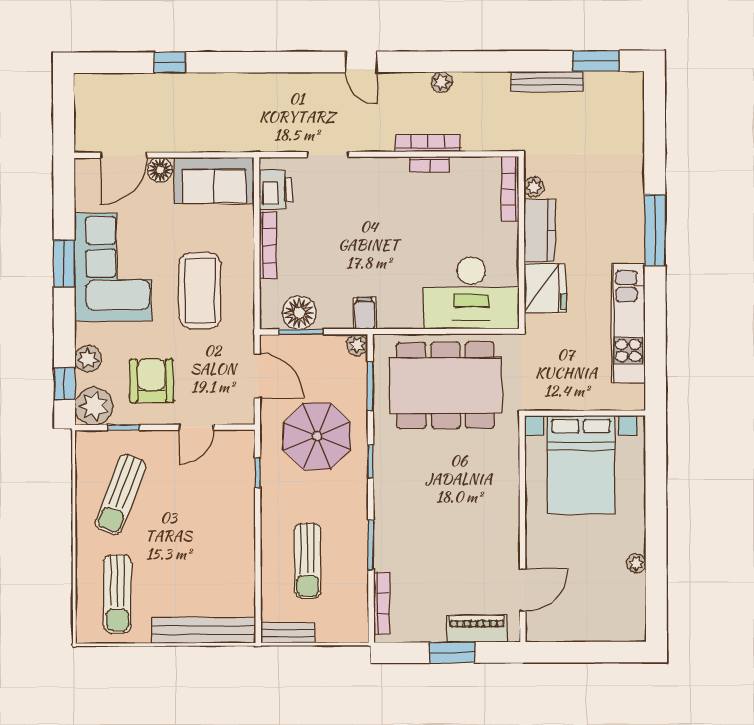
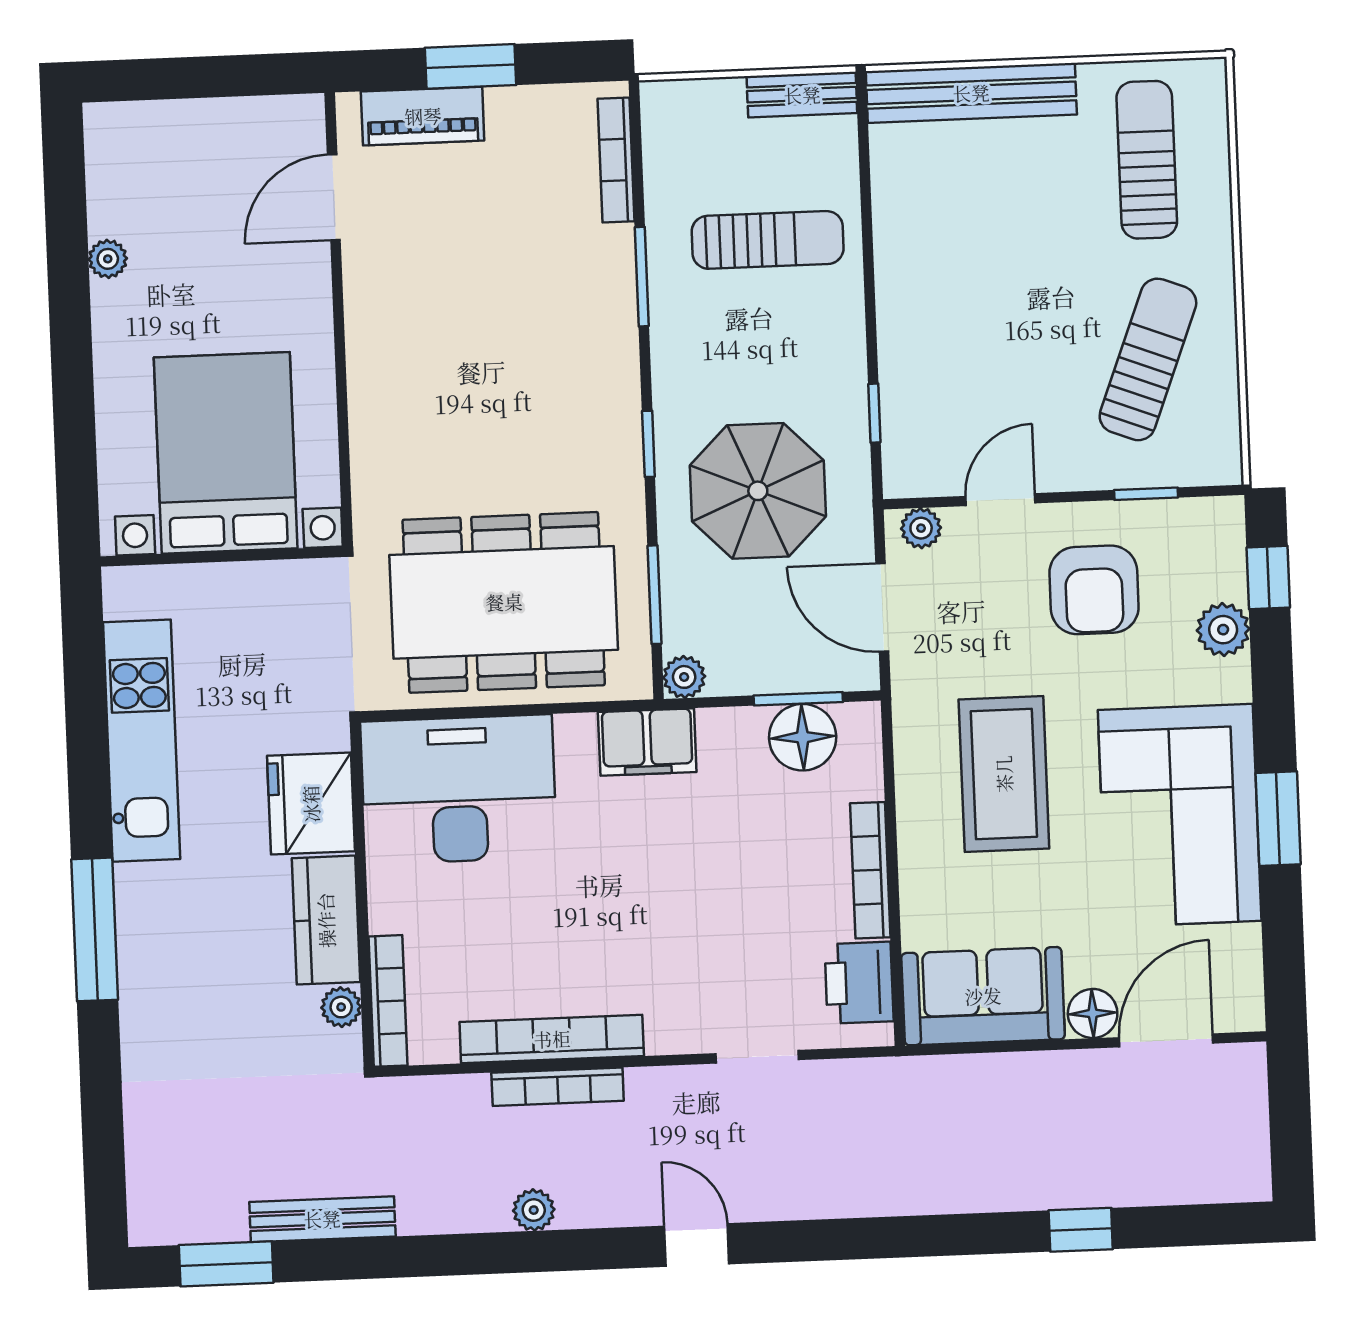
bookcase: (430, 165) -> (552, 1039), width x2.31, depth x1.31
filing cabinet: (365, 313) -> (647, 742), width x2.00
plant: (94, 406) -> (921, 528), moved, width x0.53, depth x0.53
sun lounger: (308, 561) -> (768, 240), turned 90

